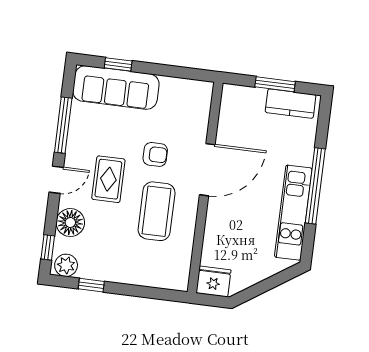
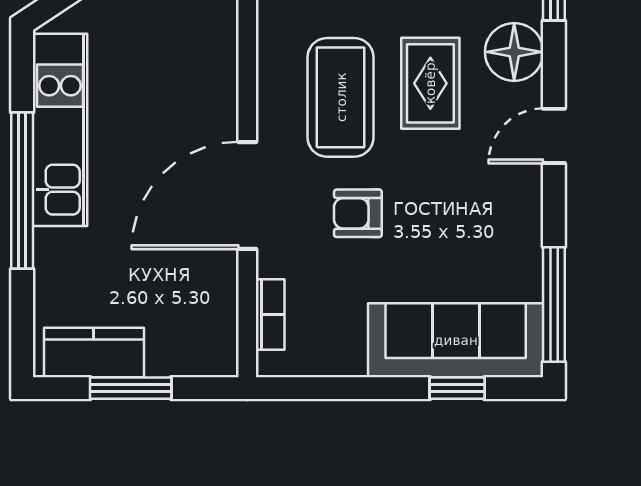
bookcase: (204, 111) -> (270, 315), added
window: (63, 125) -> (554, 304), moved
rug: (108, 179) -> (430, 83), moved

